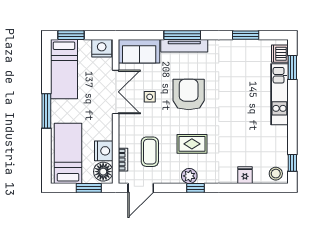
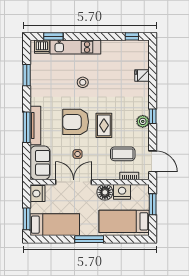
rug: (192, 144) -> (104, 125), moved
floor lamp: (103, 172) -> (105, 192), moved
stool: (276, 174) -> (83, 82), moved

